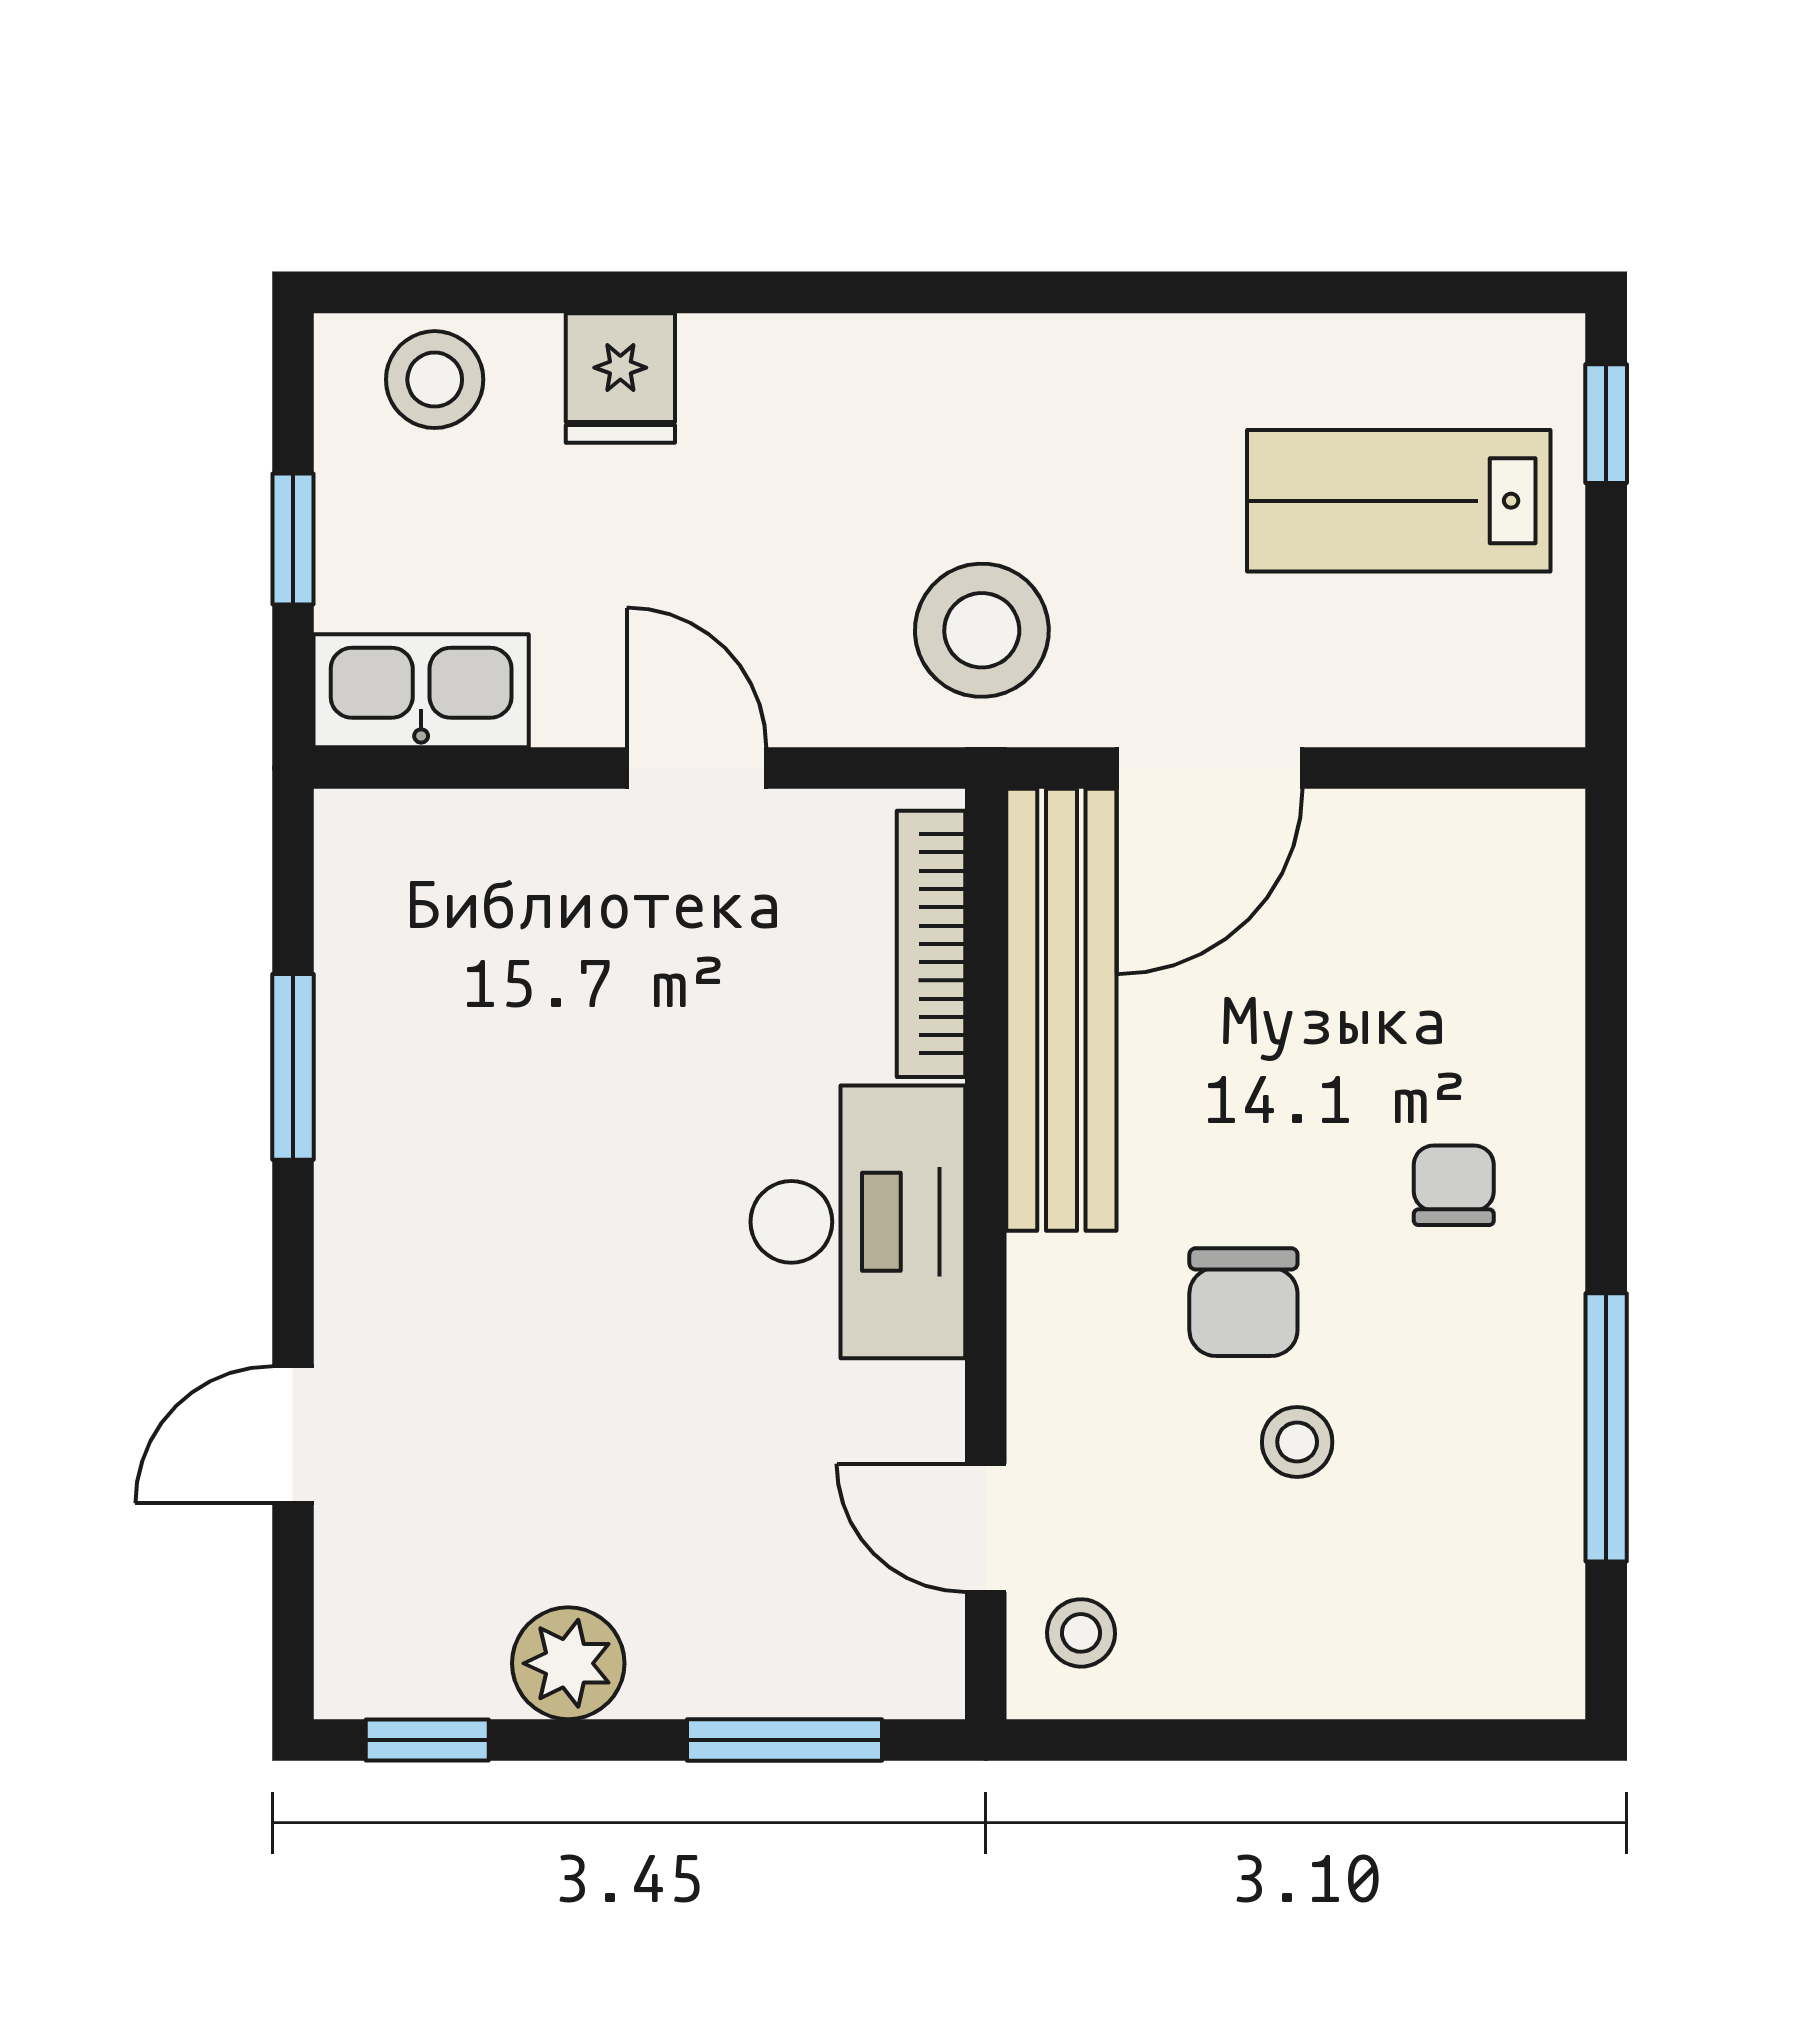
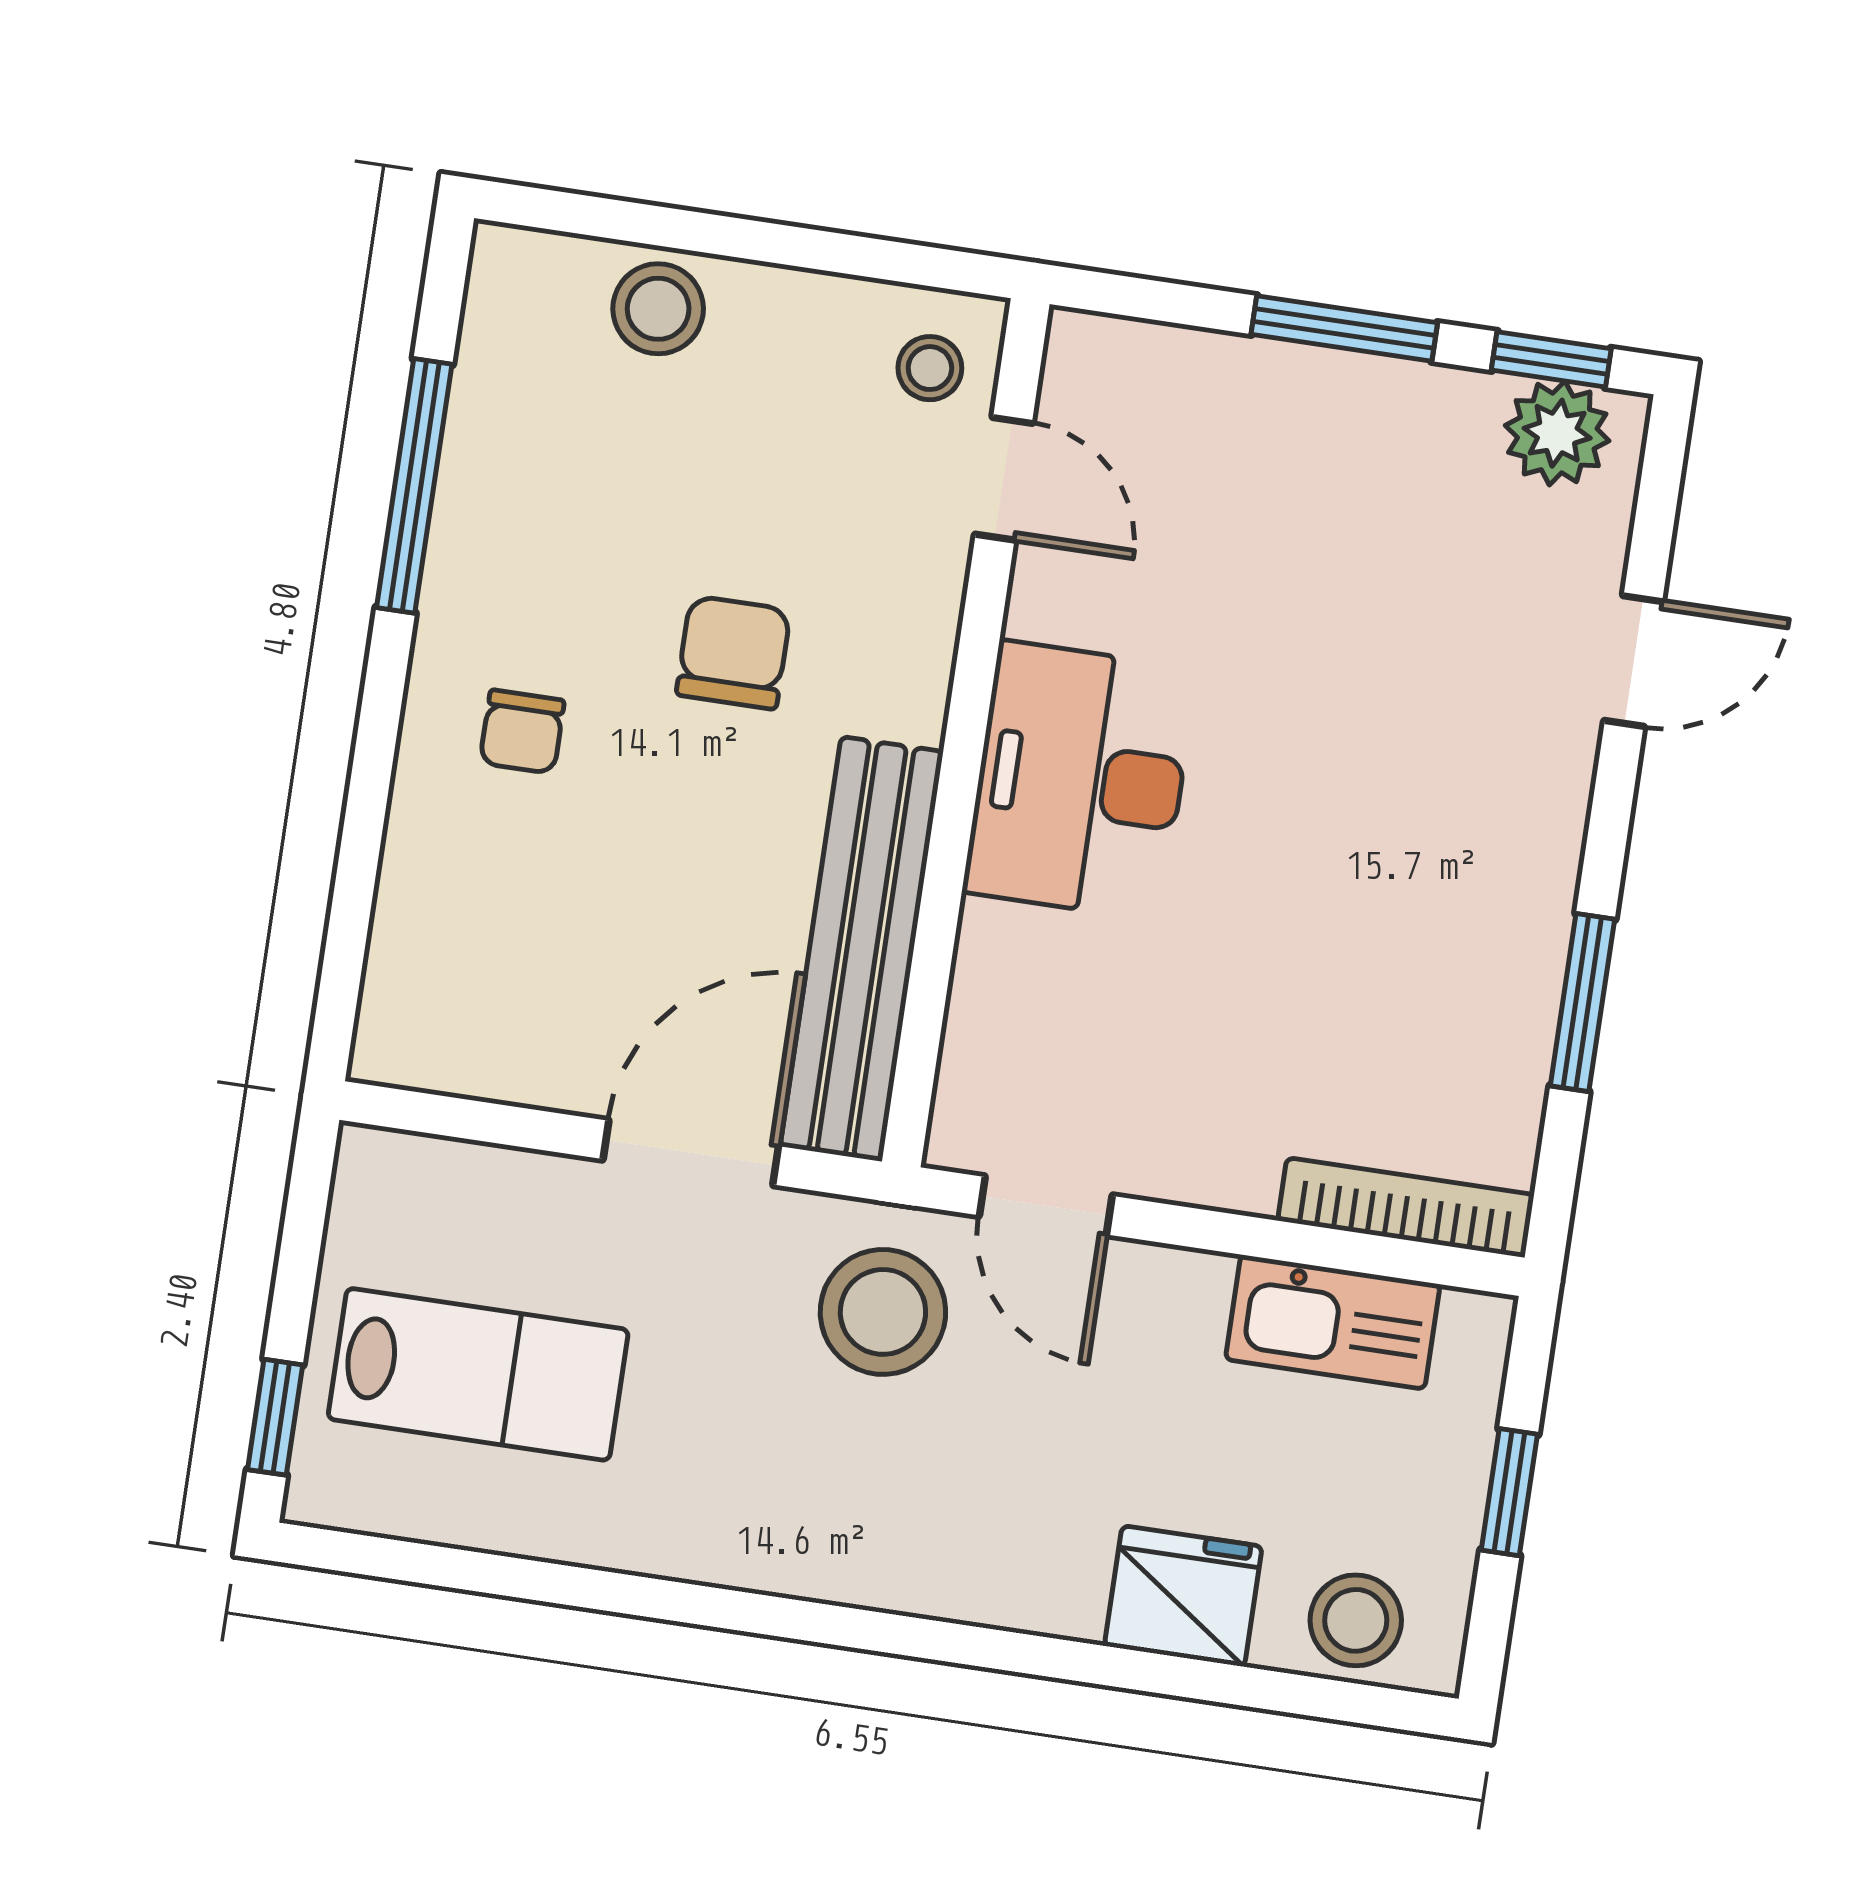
fridge: (620, 378) -> (1183, 1596), width x1.38
kitchen sink: (421, 691) -> (1333, 1322), moved
door: (697, 768) -> (1046, 1206), moved
bookcase: (931, 944) -> (1406, 1208), moved, turned -90
stool: (1297, 1442) -> (658, 309), moved, width x1.37, depth x1.37
plant: (568, 1663) -> (1557, 433), moved
window: (785, 1740) -> (1344, 328), moved

